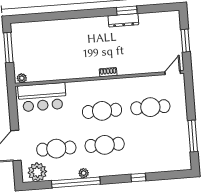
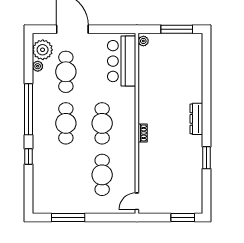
dresser: (123, 20) -> (196, 119), moved
window: (185, 41) -> (183, 217), moved
door: (173, 73) -> (137, 201), swing flipped
plant: (84, 173) -> (38, 66), moved
window: (76, 182) -> (28, 109), moved

